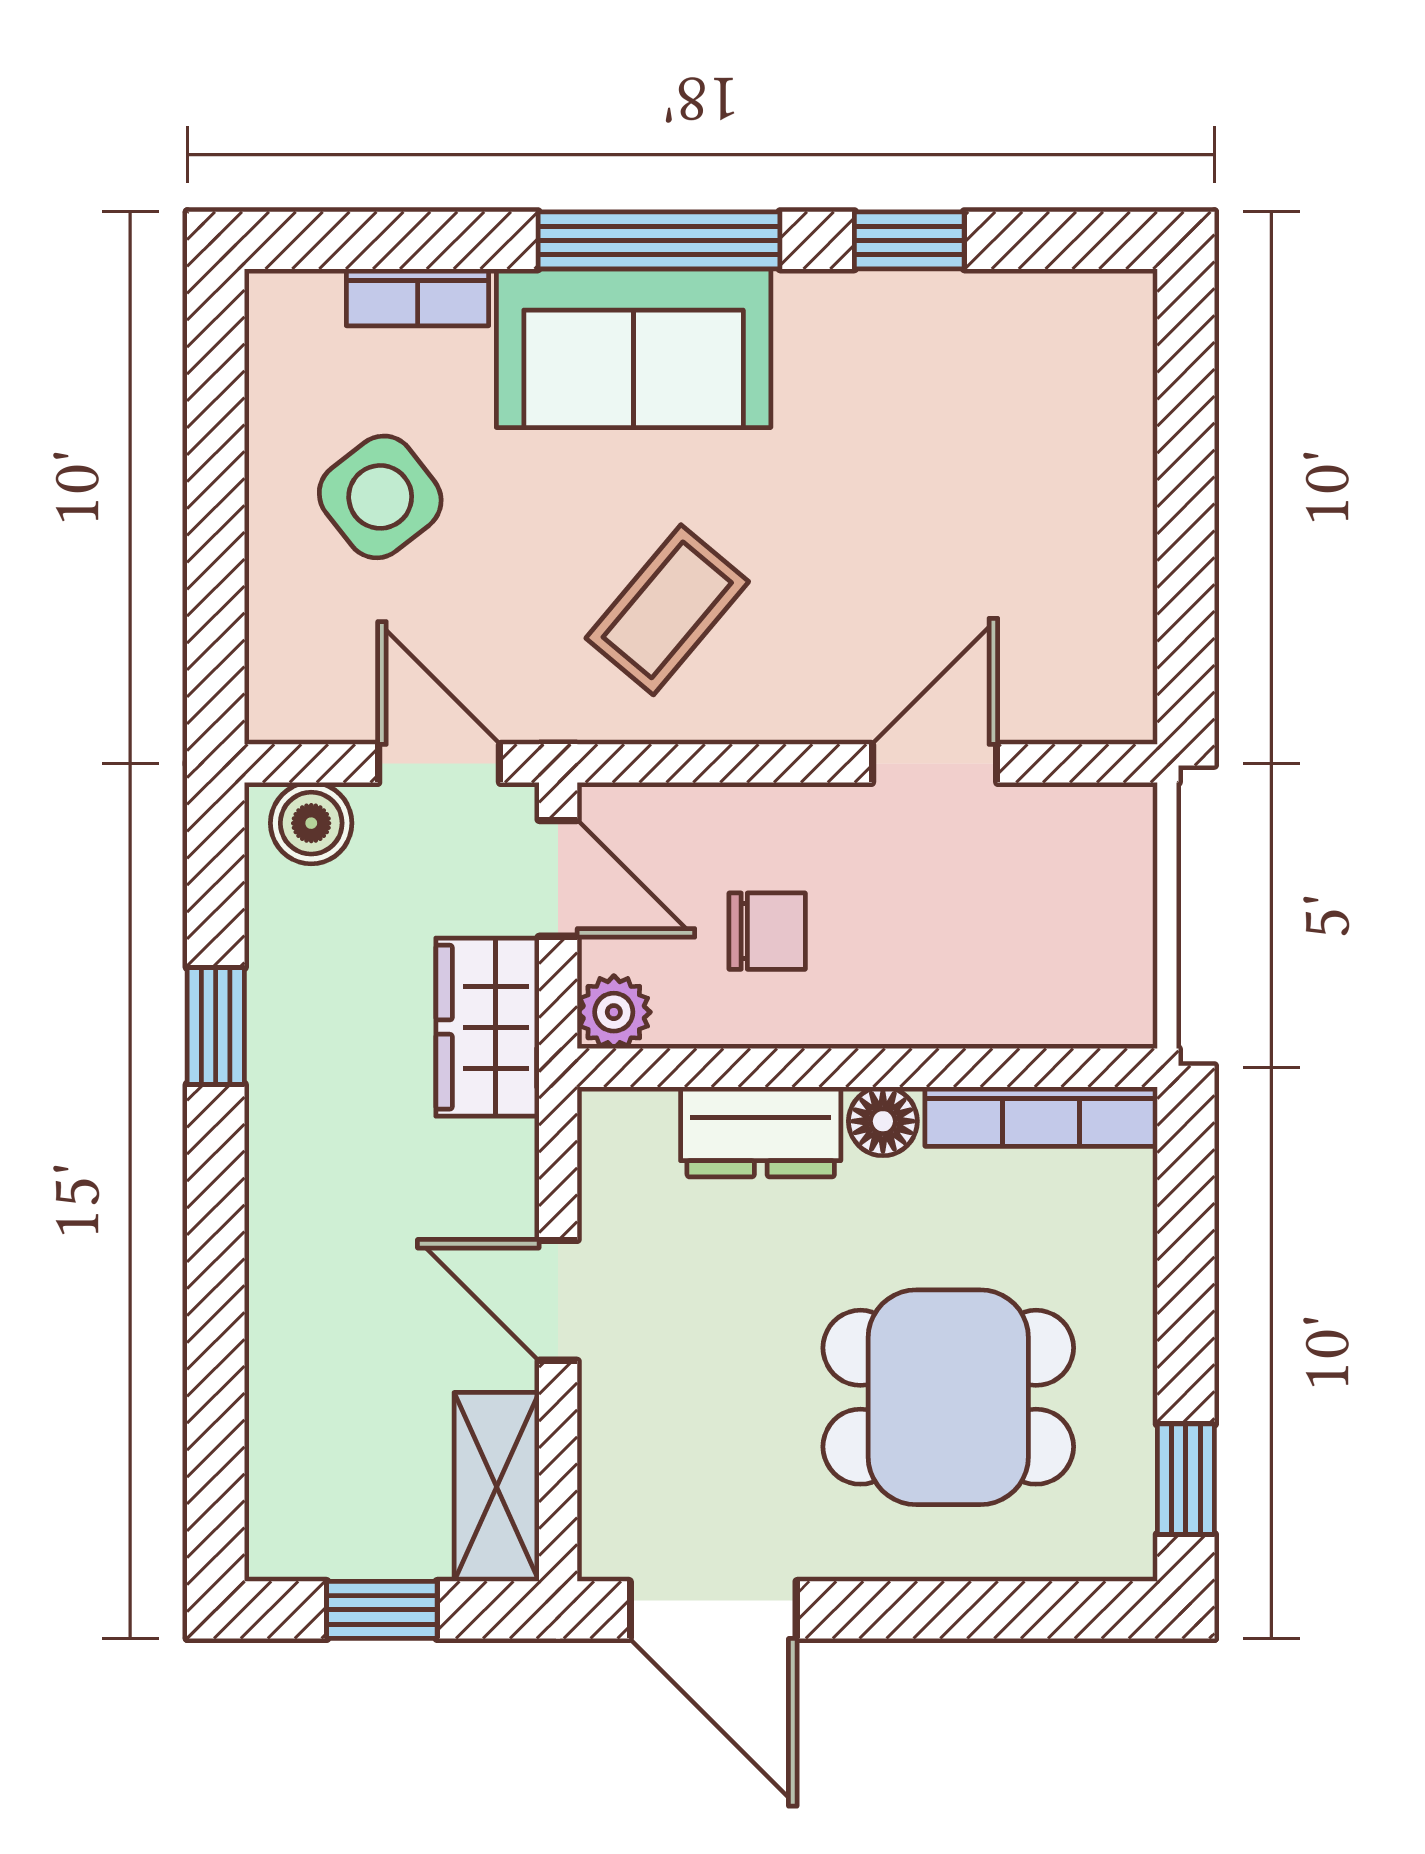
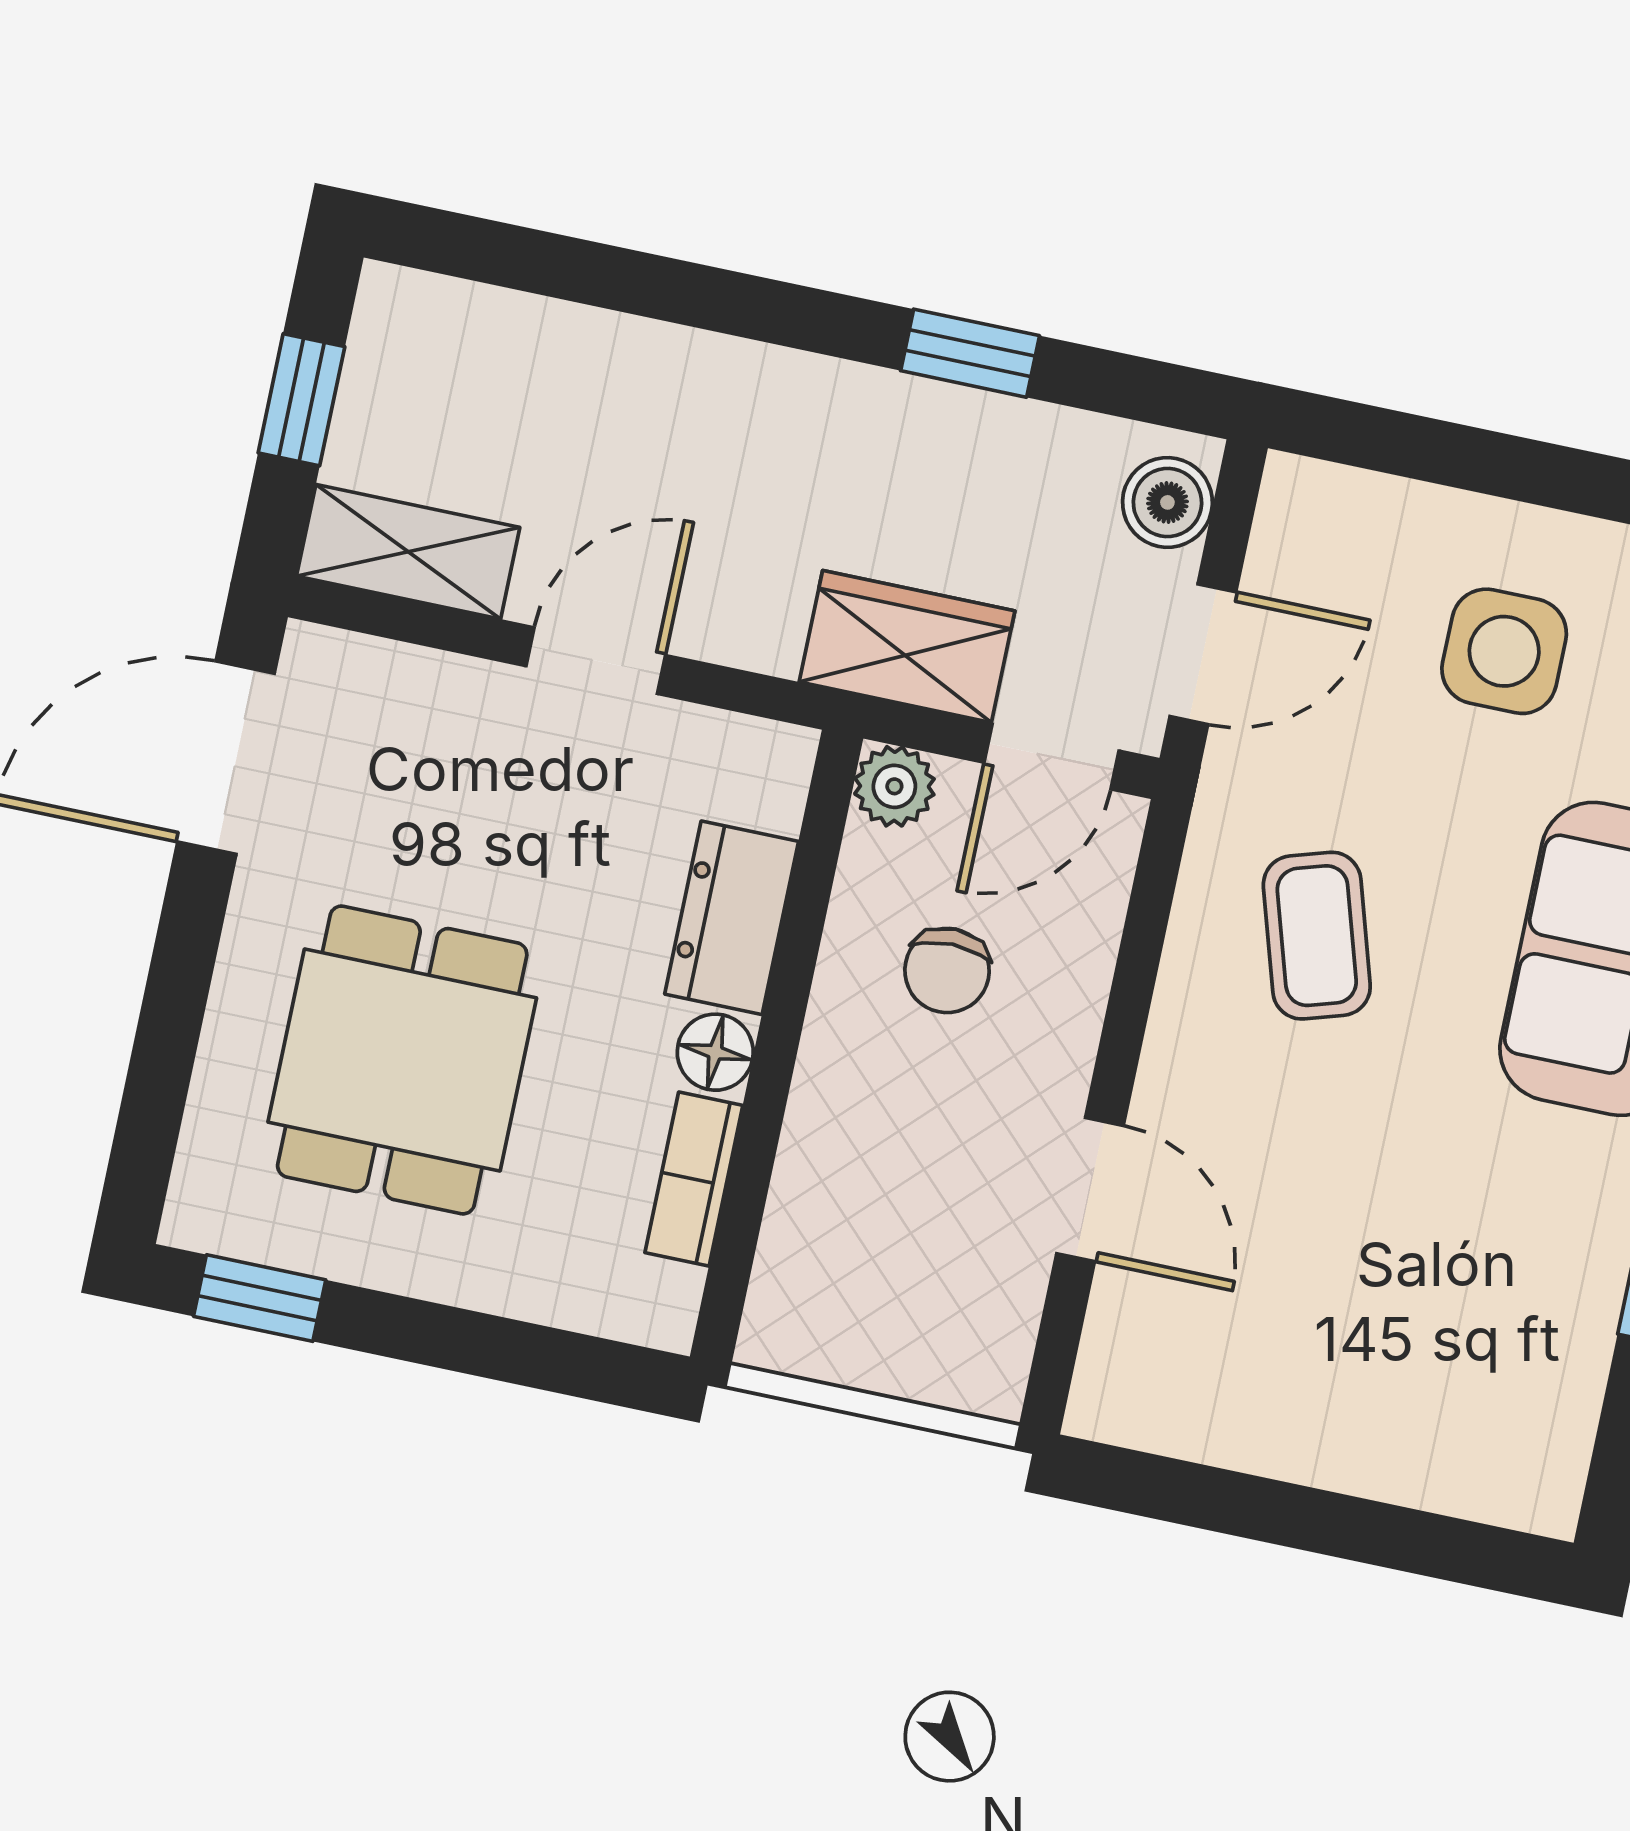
side table: (380, 497) -> (1504, 651), turned 38
coffee table: (667, 610) -> (1317, 936), turned 33
bookcase: (1041, 1117) -> (694, 1179), width x0.64

